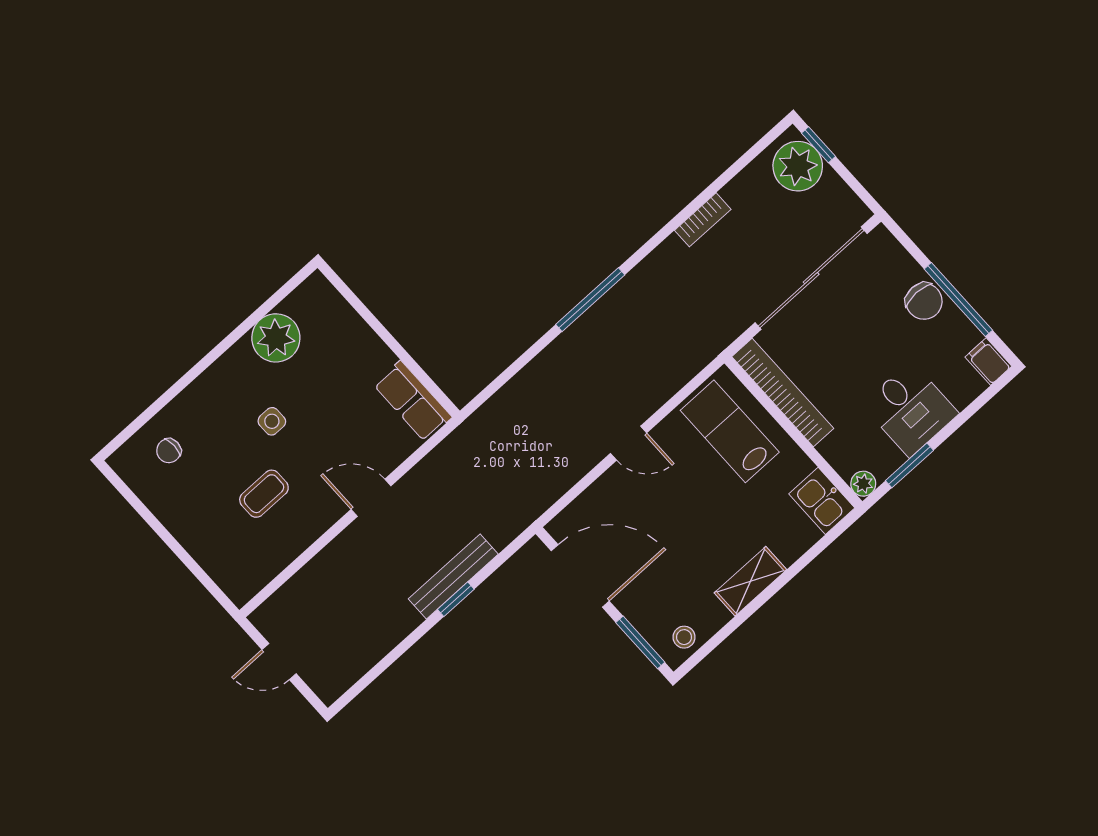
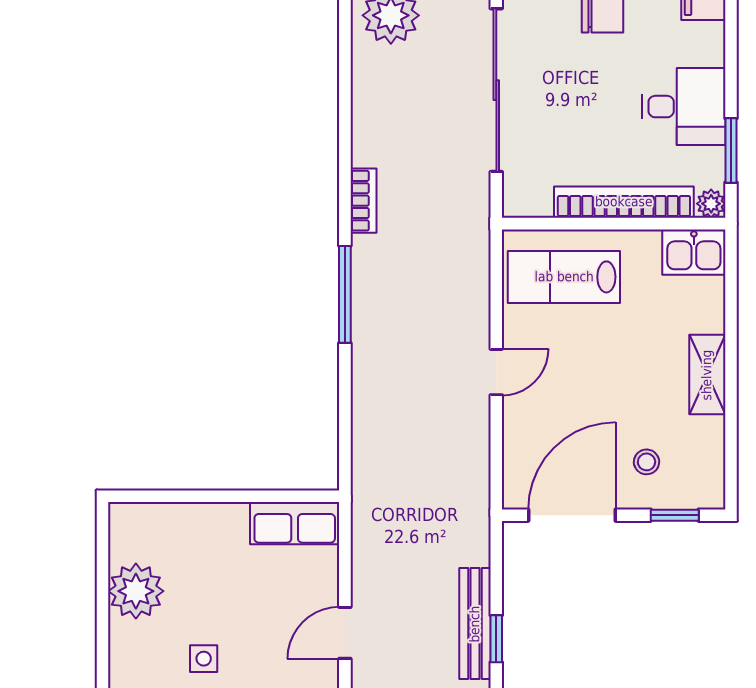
bookcase: (703, 220) -> (363, 201), moved
bookcase: (783, 393) -> (624, 202), moved
stool: (684, 637) -> (647, 462), moved
window: (640, 642) -> (675, 515), width x0.67

